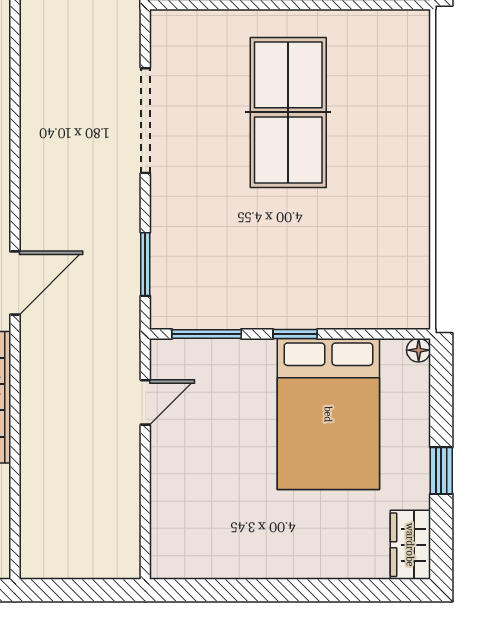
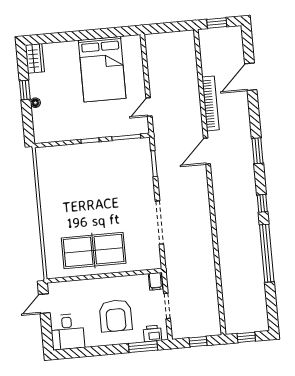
table tennis table: (288, 112) -> (94, 251), moved, turned 90
floor lamp: (419, 350) -> (35, 103), moved
bed: (328, 414) -> (102, 69), moved, turned 180

